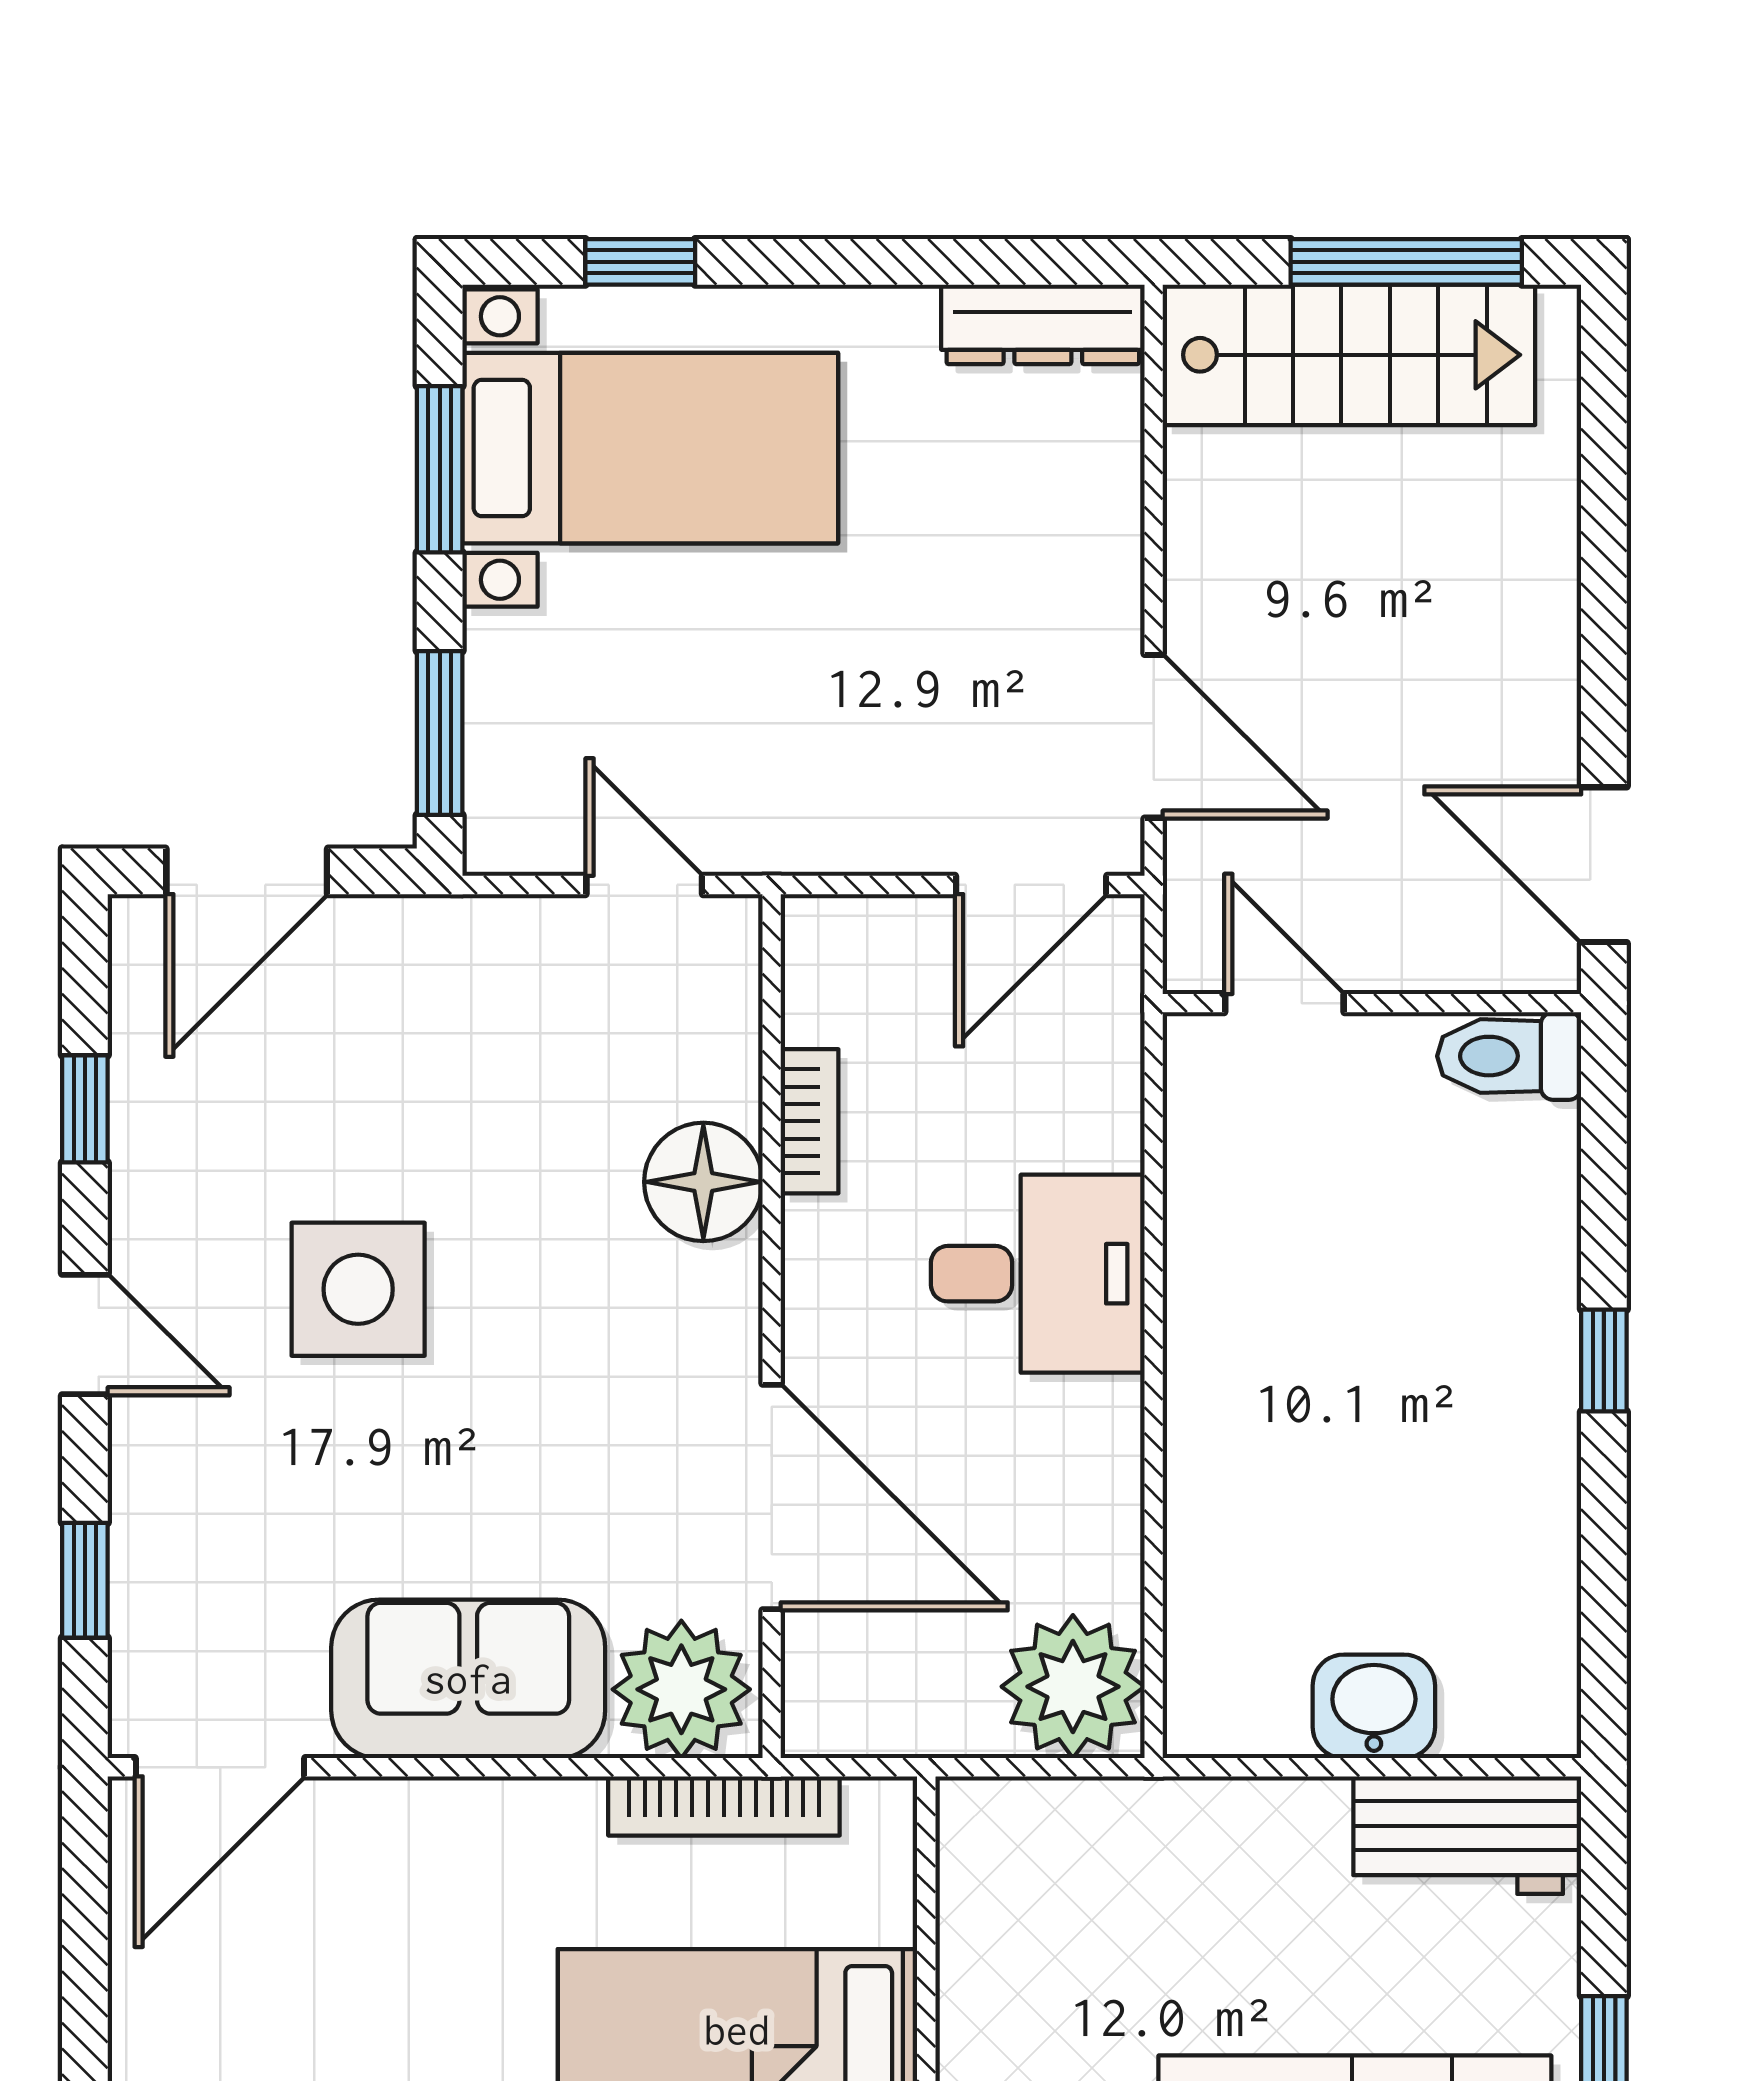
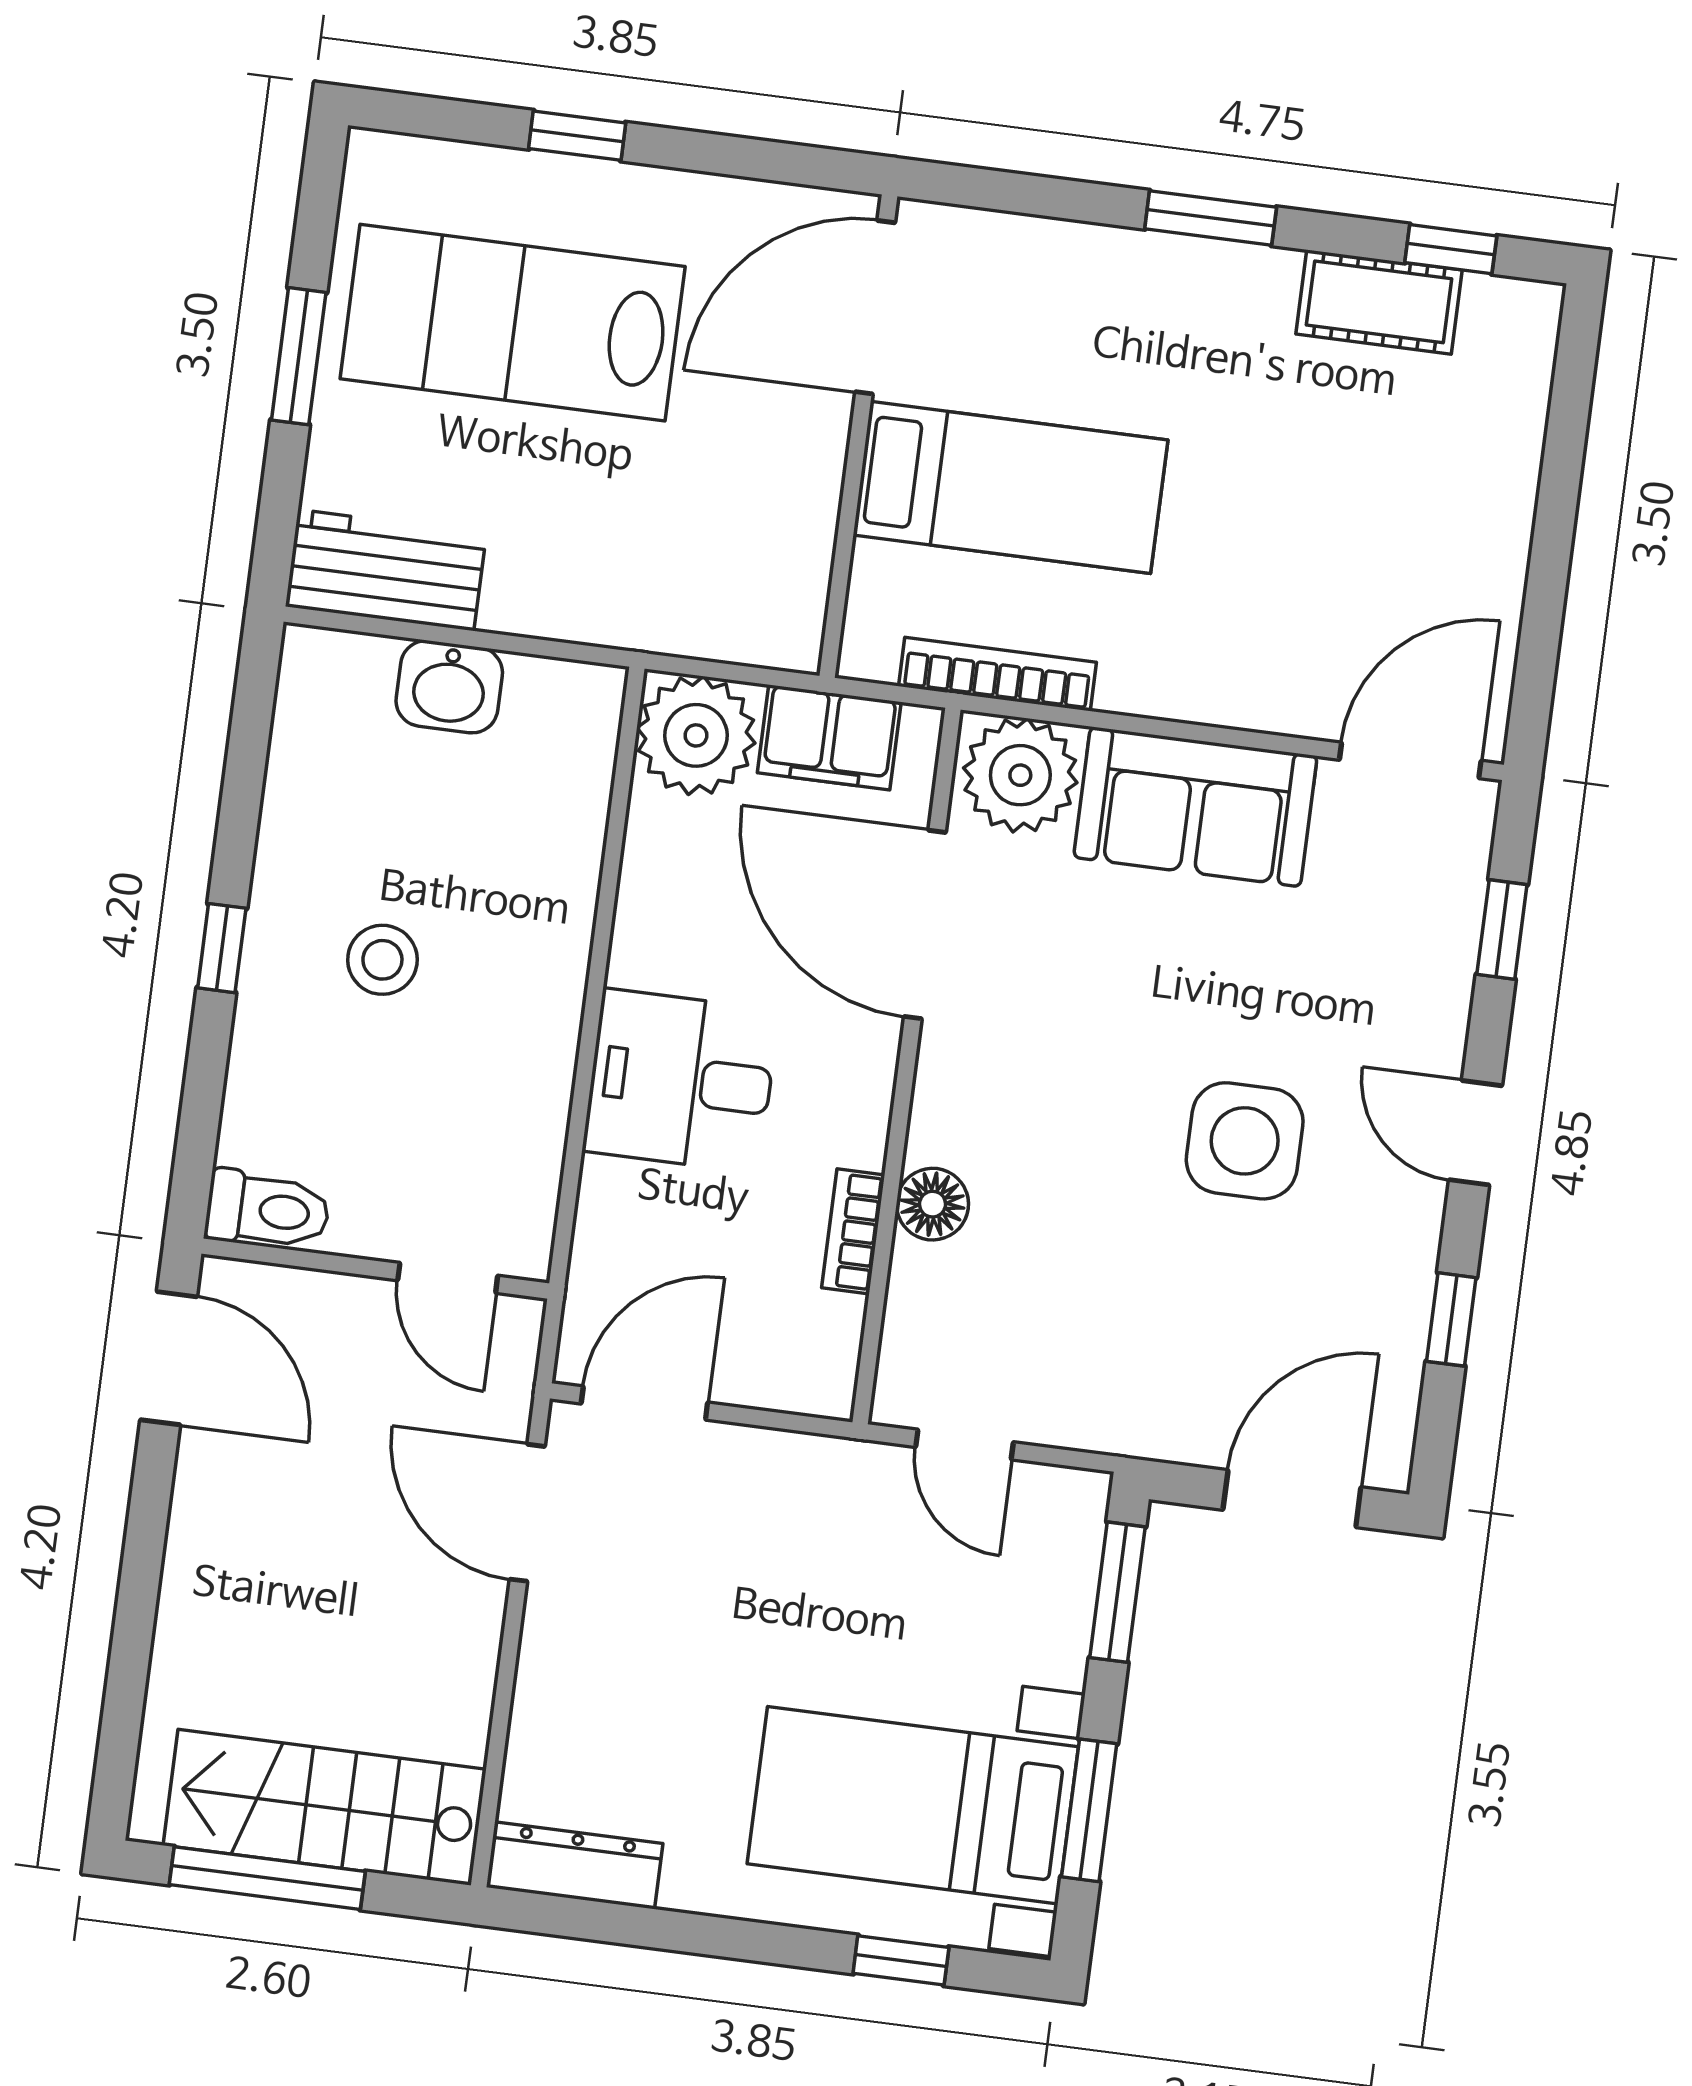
floor lamp: (703, 1182) -> (933, 1204), width x0.73, depth x0.73
stool: (1411, 1371) -> (382, 960), added
filing cabinet: (914, 1705) -> (829, 737), added

